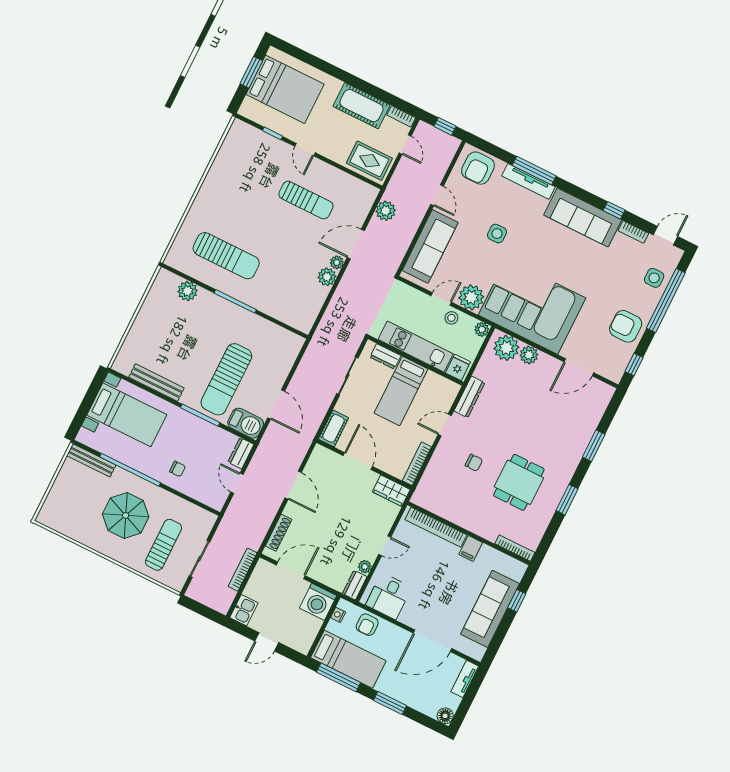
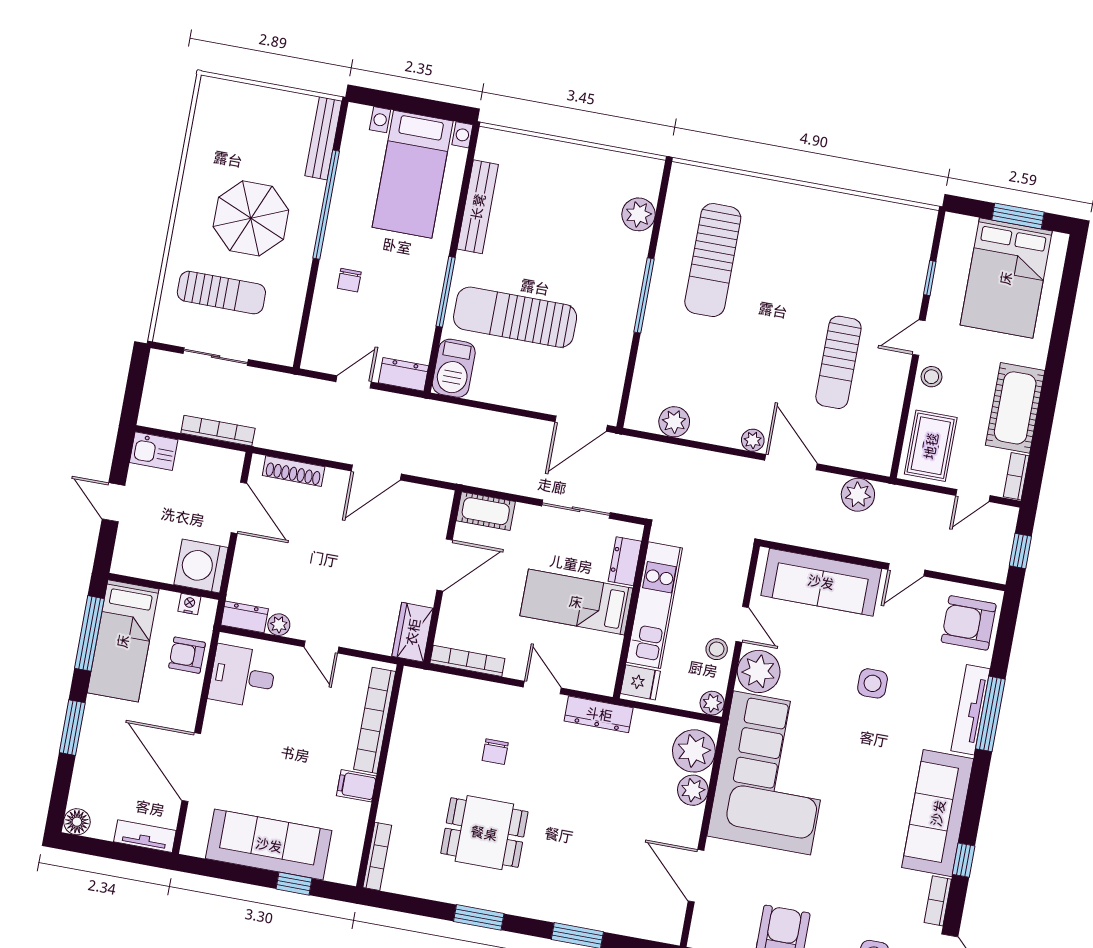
stool: (330, 149) -> (932, 377), added
plant: (327, 277) -> (674, 422), moved
door: (276, 404) -> (581, 424), moved

